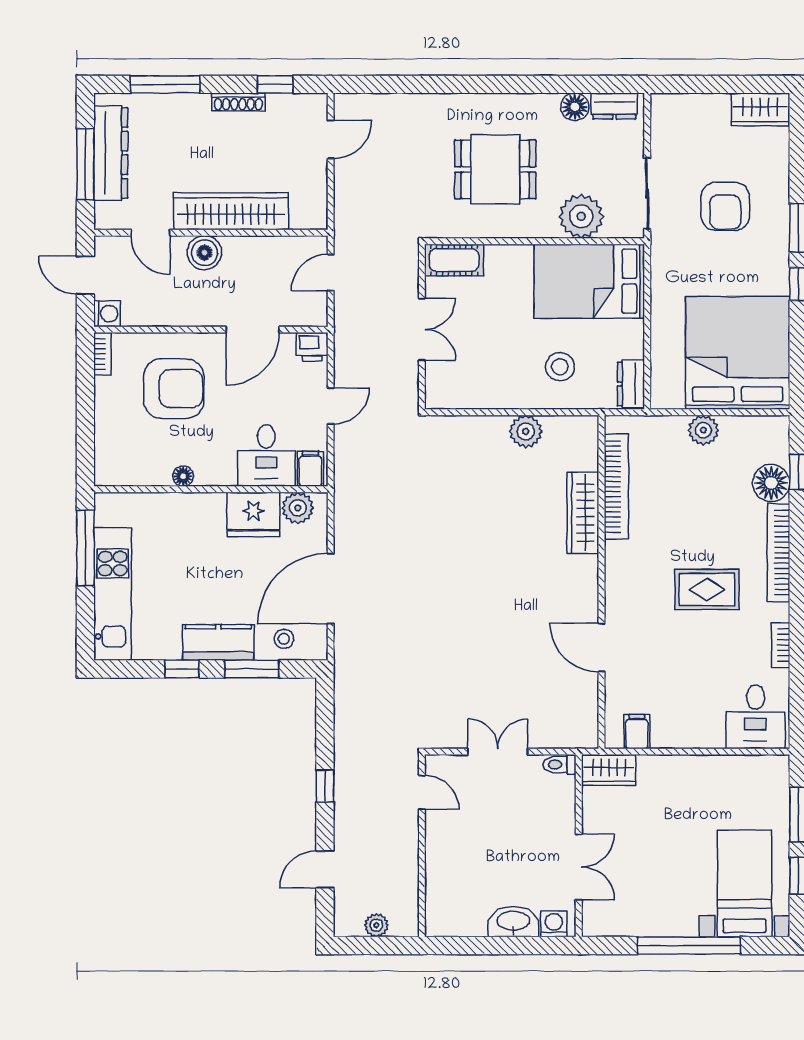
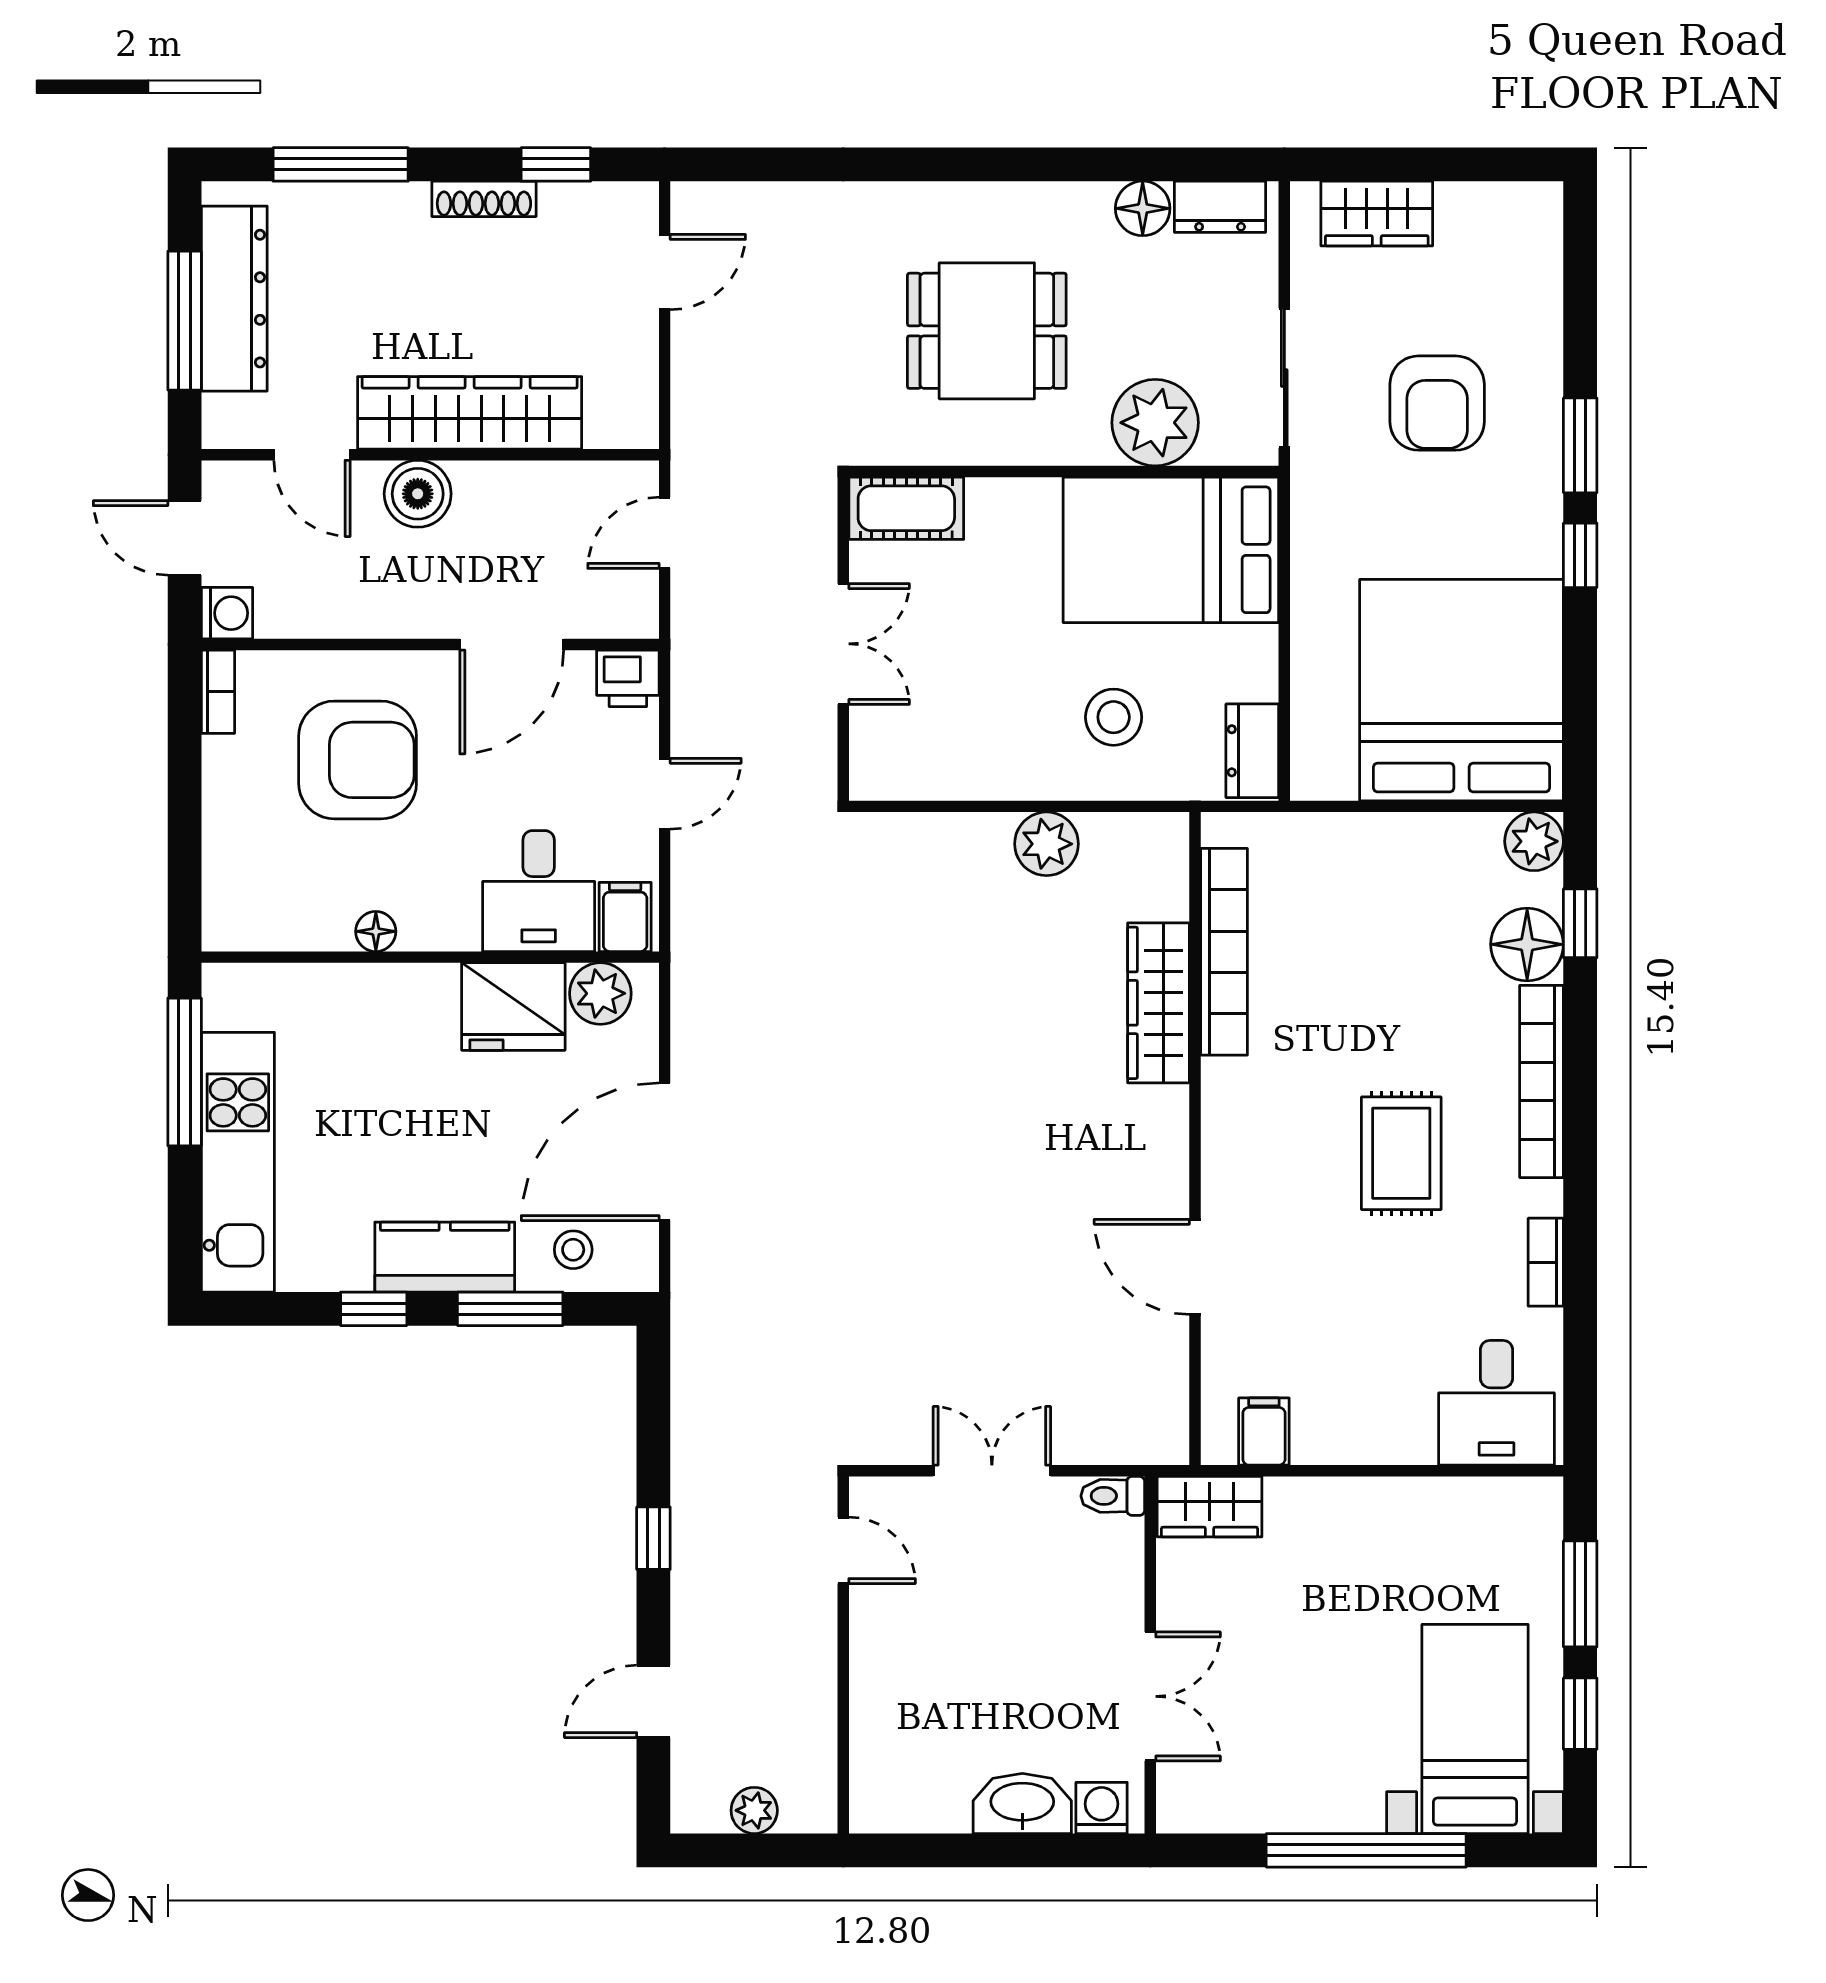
wardrobe: (760, 109) -> (1377, 214), moved
plant: (703, 430) -> (1534, 841), moved
rug: (707, 589) -> (1401, 1153), turned 90

